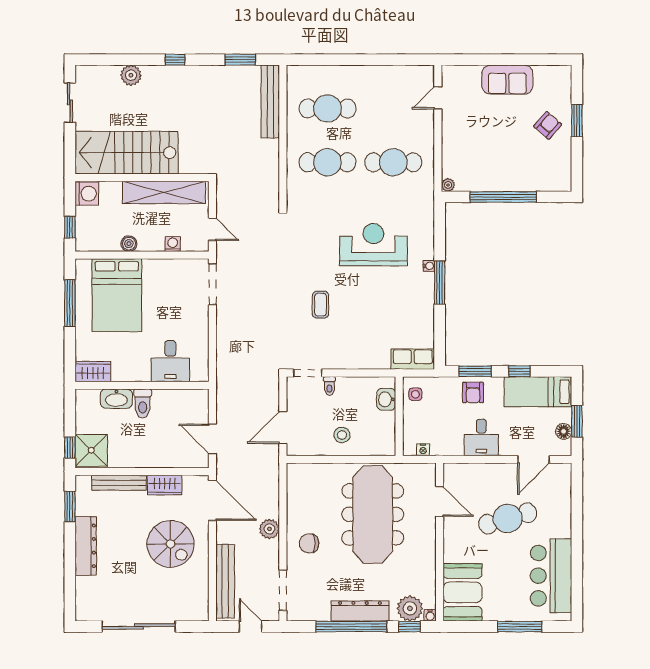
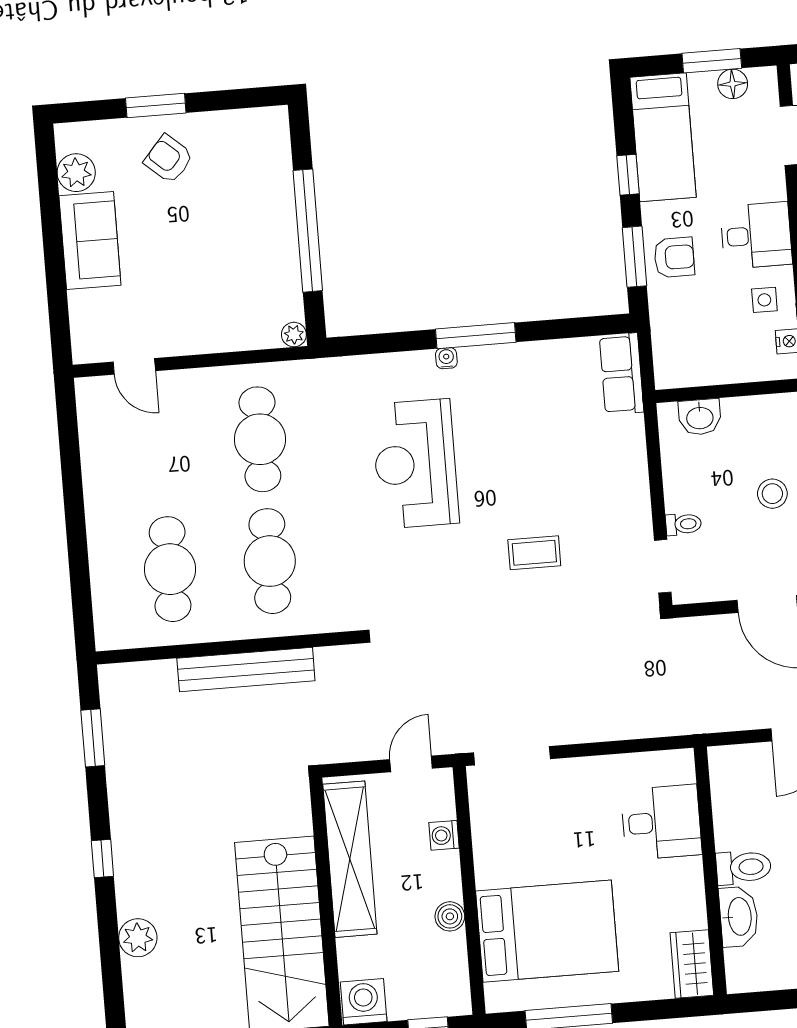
plant: (544, 75) -> (76, 173), added
bench: (270, 101) -> (246, 669), moved
side table: (415, 394) -> (764, 300), moved

